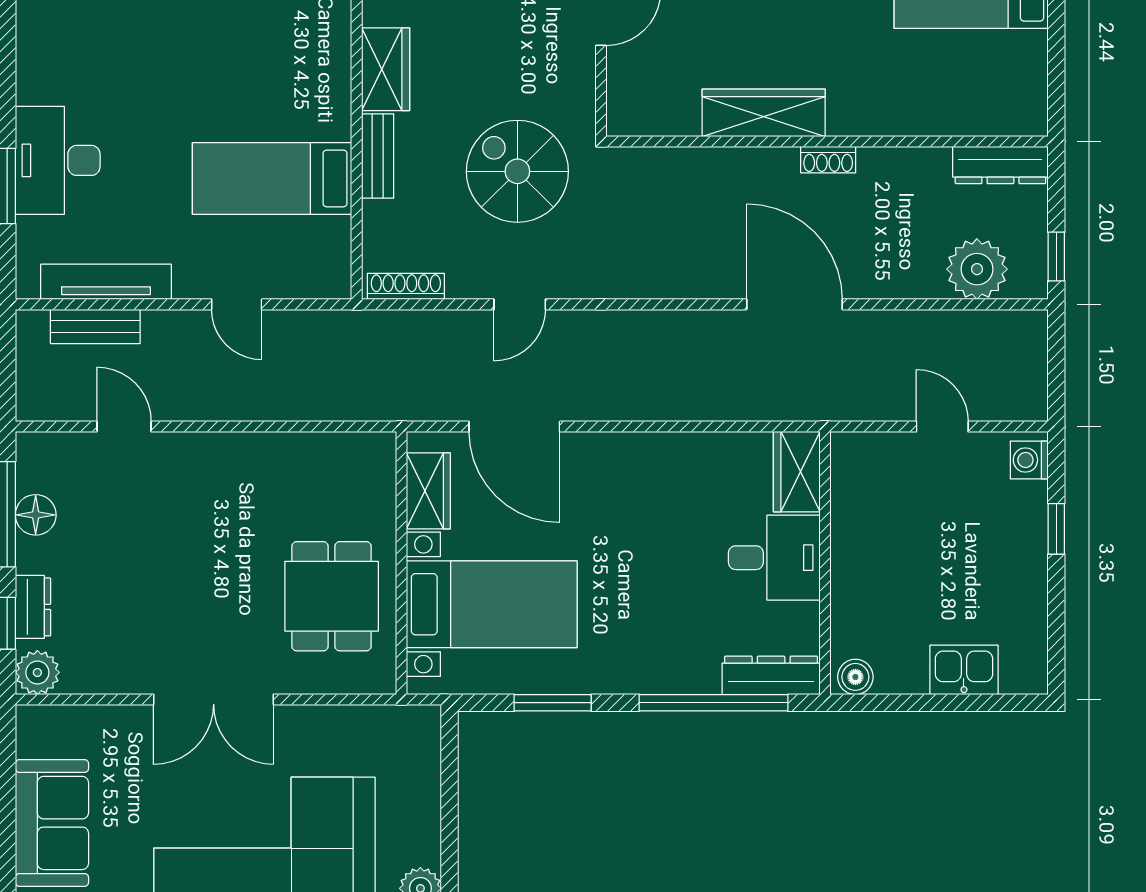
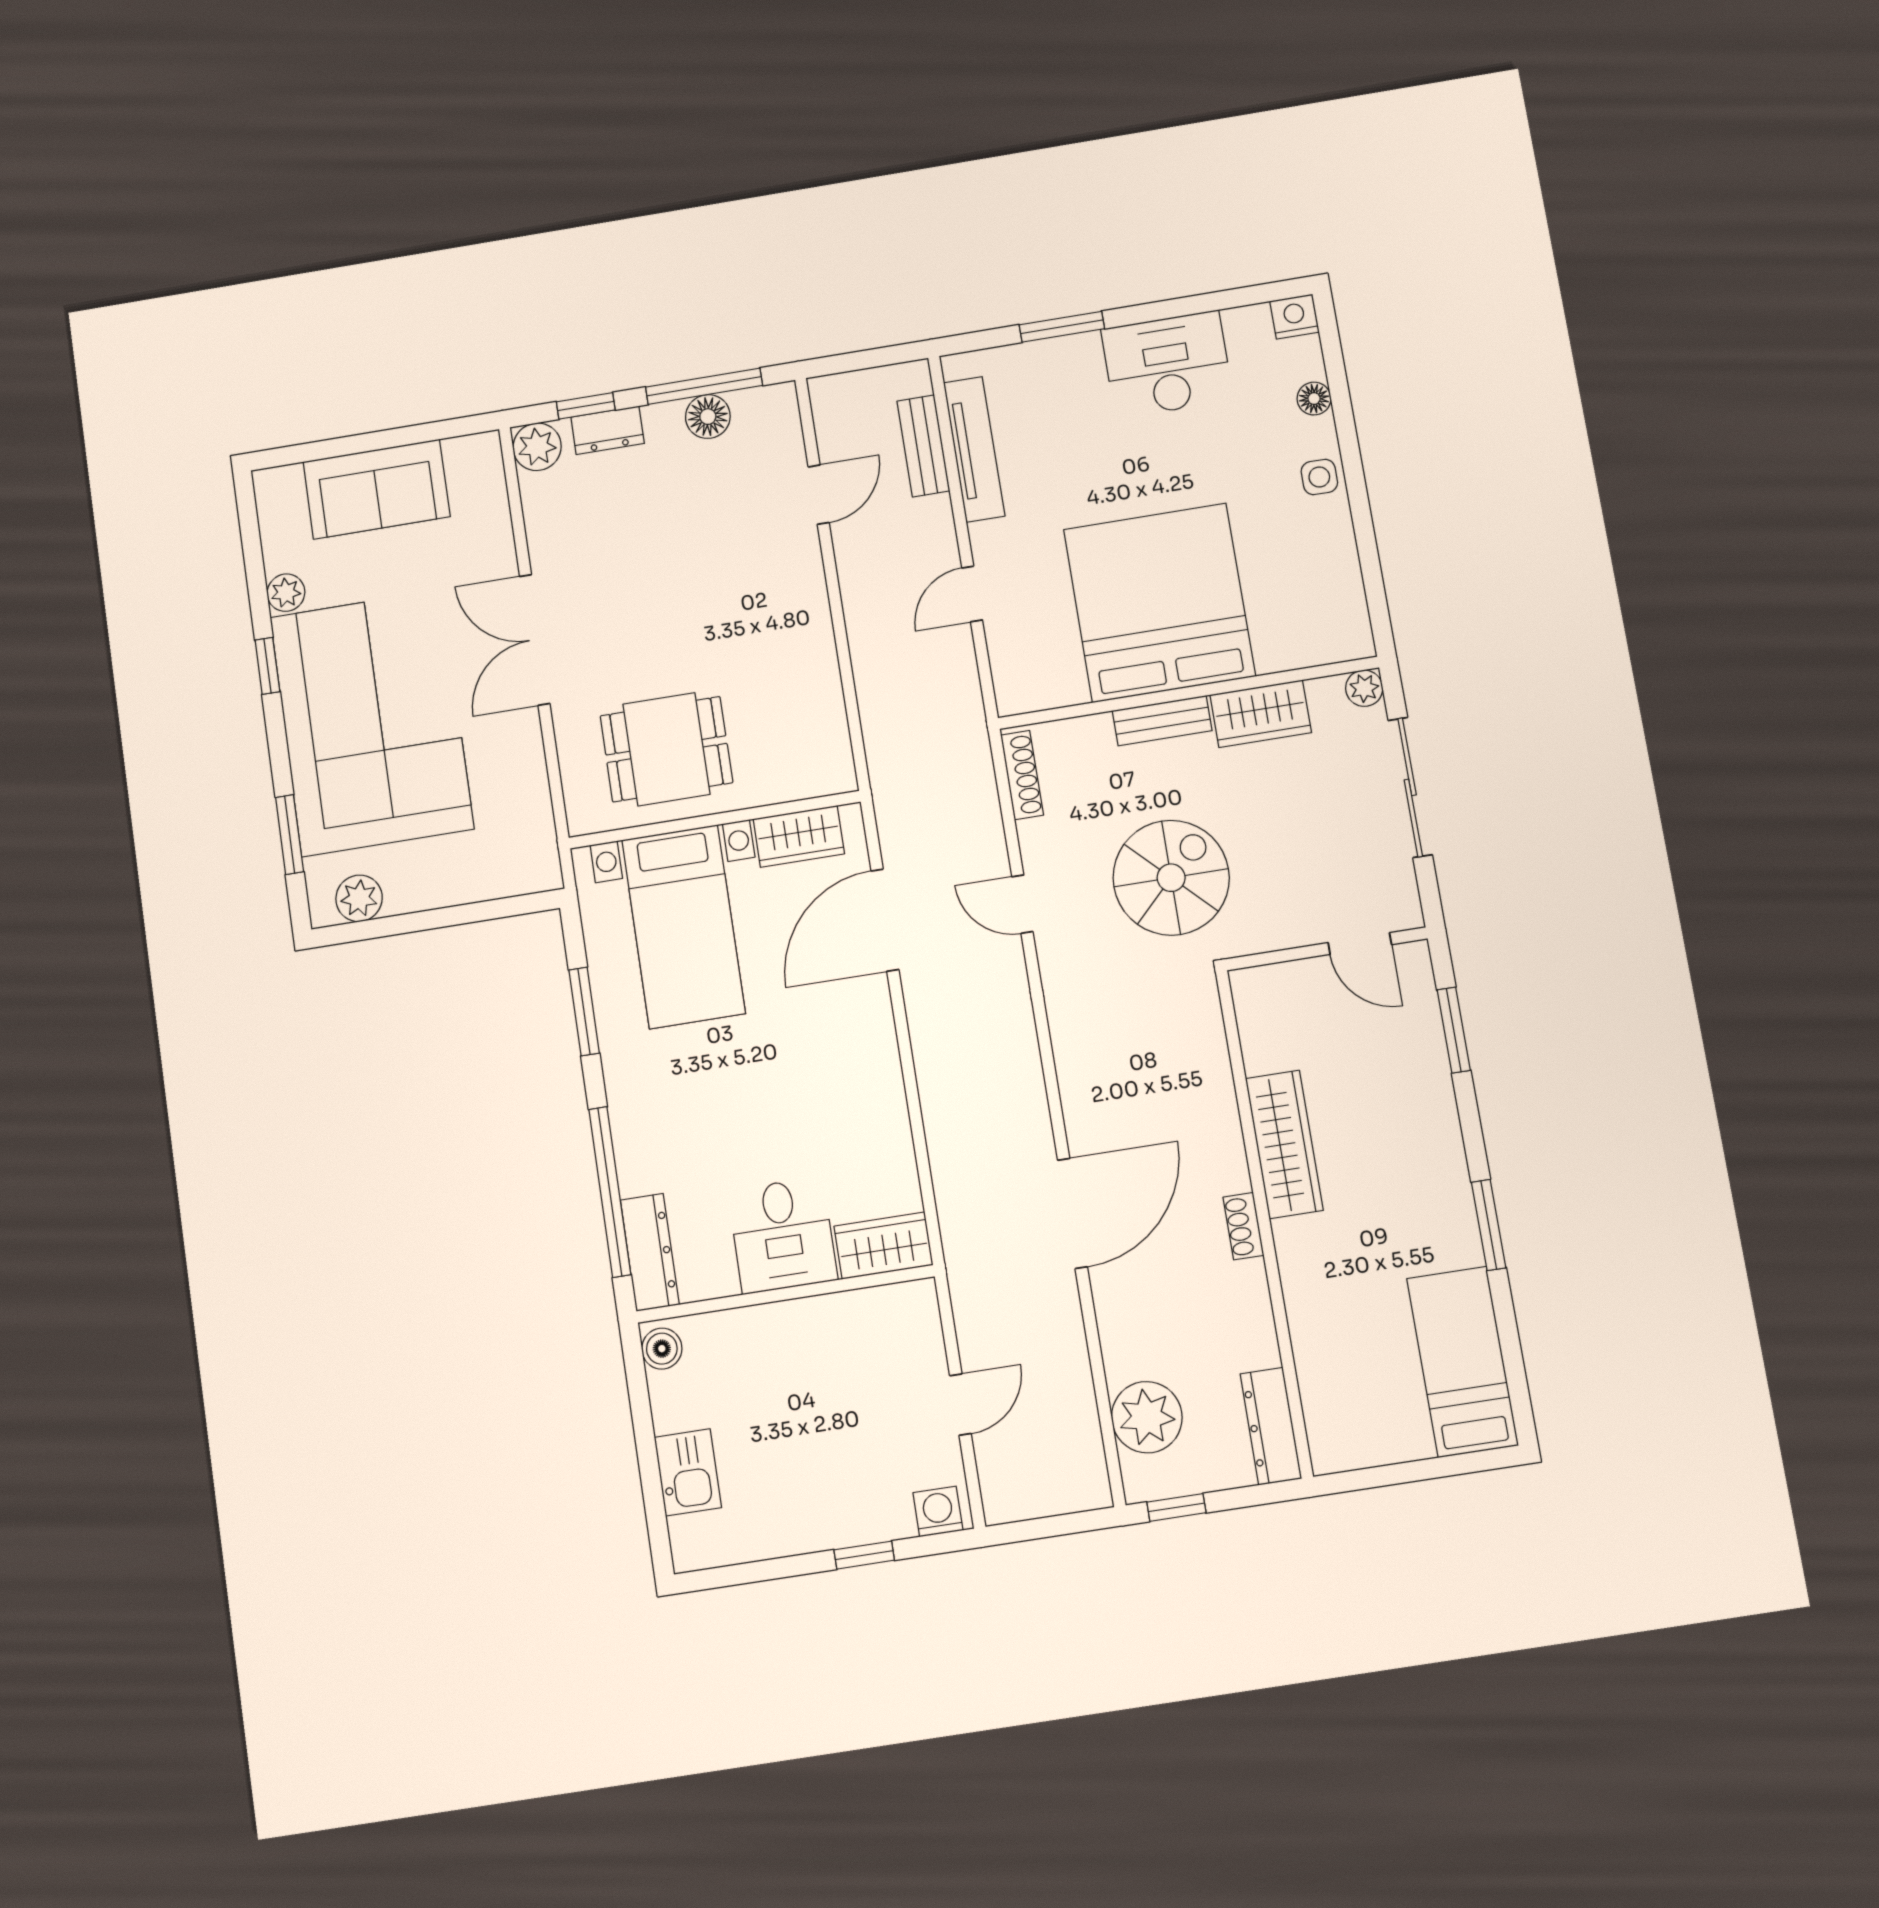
desk: (58, 160) -> (1167, 364), moved
bed: (272, 178) -> (1159, 603), width x2.04

